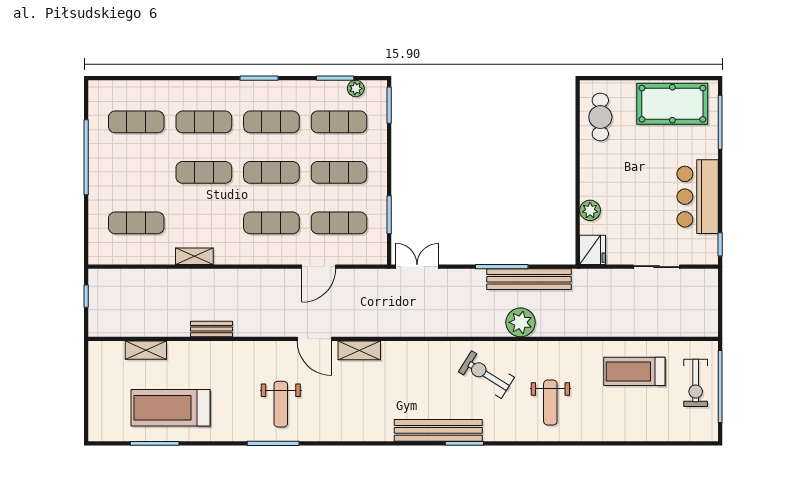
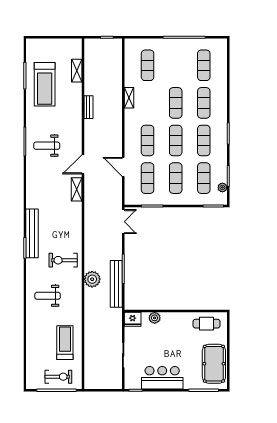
exercise bike: (486, 375) -> (63, 260), turned -122
exercise bike: (696, 383) -> (58, 377), turned 180
treadmill: (170, 408) -> (45, 84), turned 180

